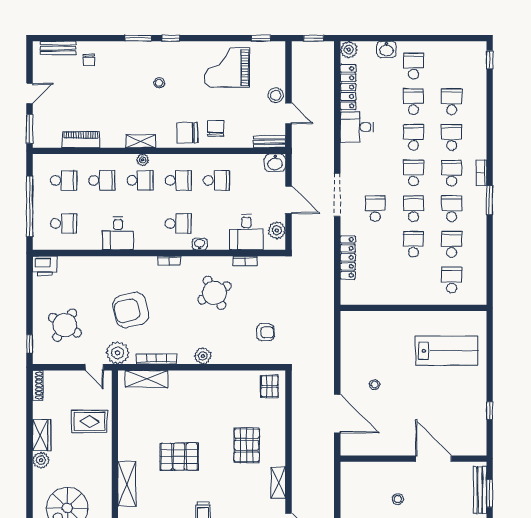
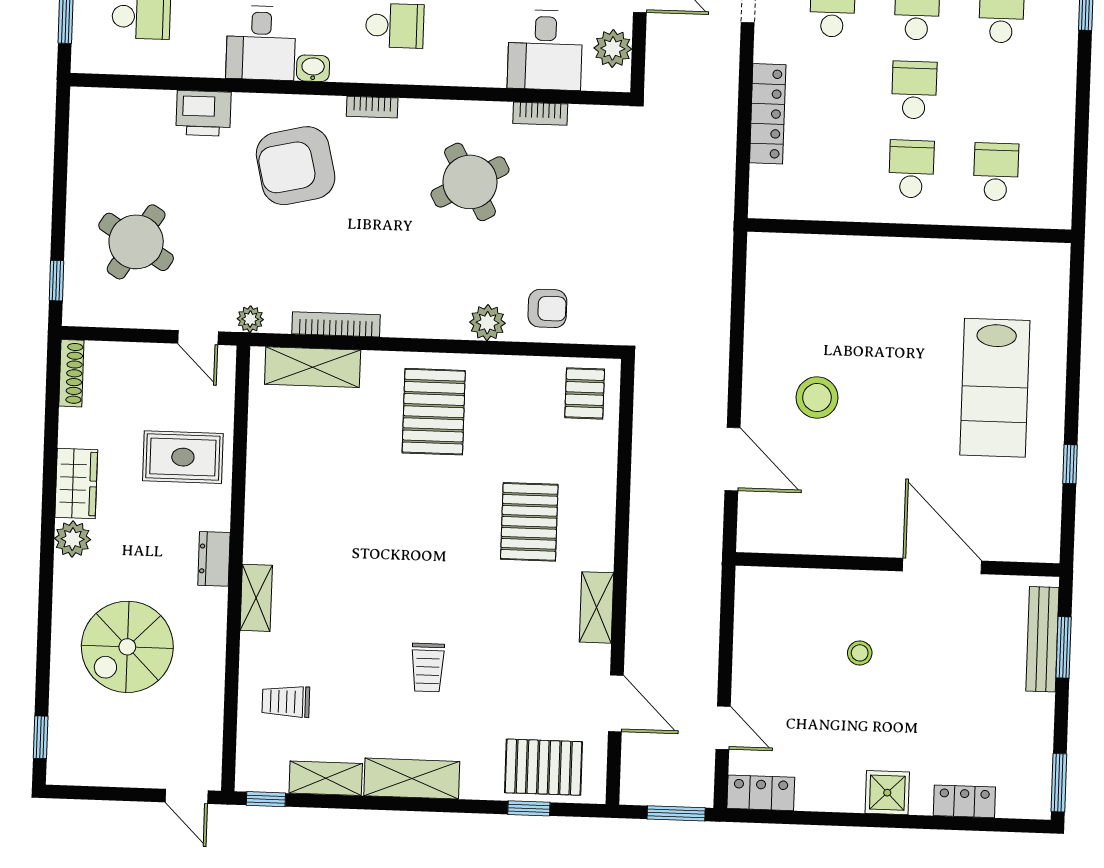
washbasin: (200, 244) -> (313, 68), moved
school desk: (452, 244) -> (911, 169), moved
printer: (45, 266) -> (203, 113), moved
armchair: (131, 310) -> (296, 166), moved
armchair: (265, 332) -> (547, 308), moved
lab bench: (447, 351) -> (995, 388), moved, turned 90
plant: (118, 353) -> (250, 319), width x0.53, depth x0.53
plant: (203, 356) -> (487, 323), moved
stool: (374, 385) -> (817, 398), width x1.89, depth x1.89
door: (337, 414) -> (732, 459), width x0.73
pallet: (179, 457) -> (434, 412), moved, turned 90
dresser: (105, 467) -> (214, 559), added
shelving: (127, 484) -> (256, 598), width x0.67, depth x0.75

